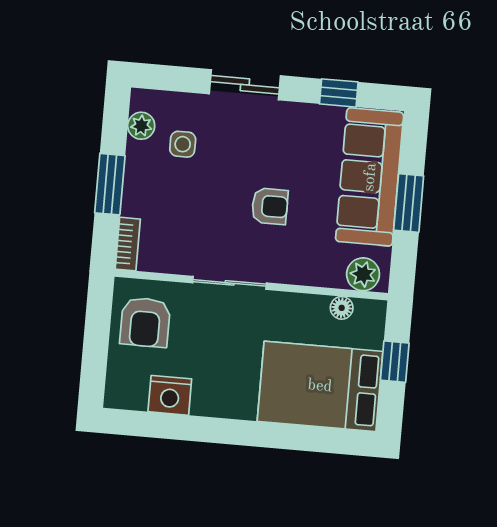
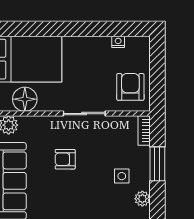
side table: (183, 144) -> (122, 176), moved
floor lamp: (342, 308) -> (25, 99), width x1.89, depth x1.89
nightstand: (170, 395) -> (118, 42), width x0.53, depth x0.56

